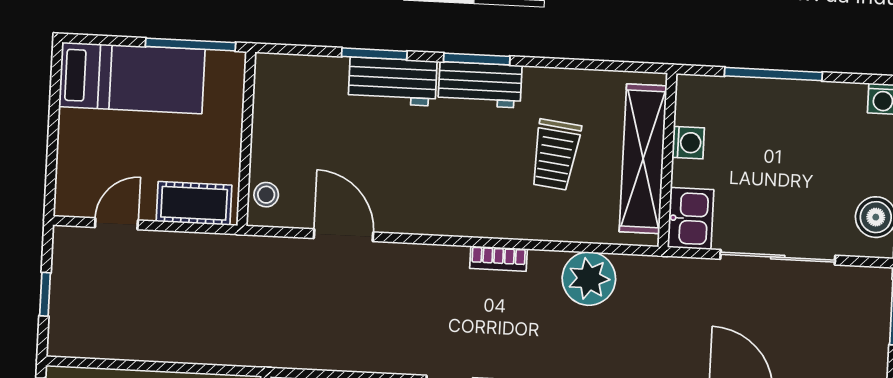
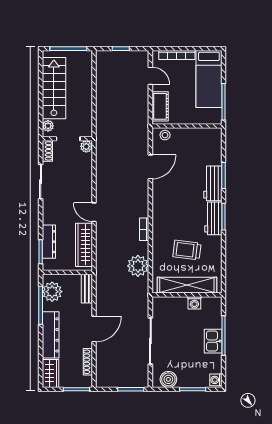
bookcase: (68, 155) -> (177, 55), added
kitchen sink: (691, 219) -> (213, 341), moved, turned 90

